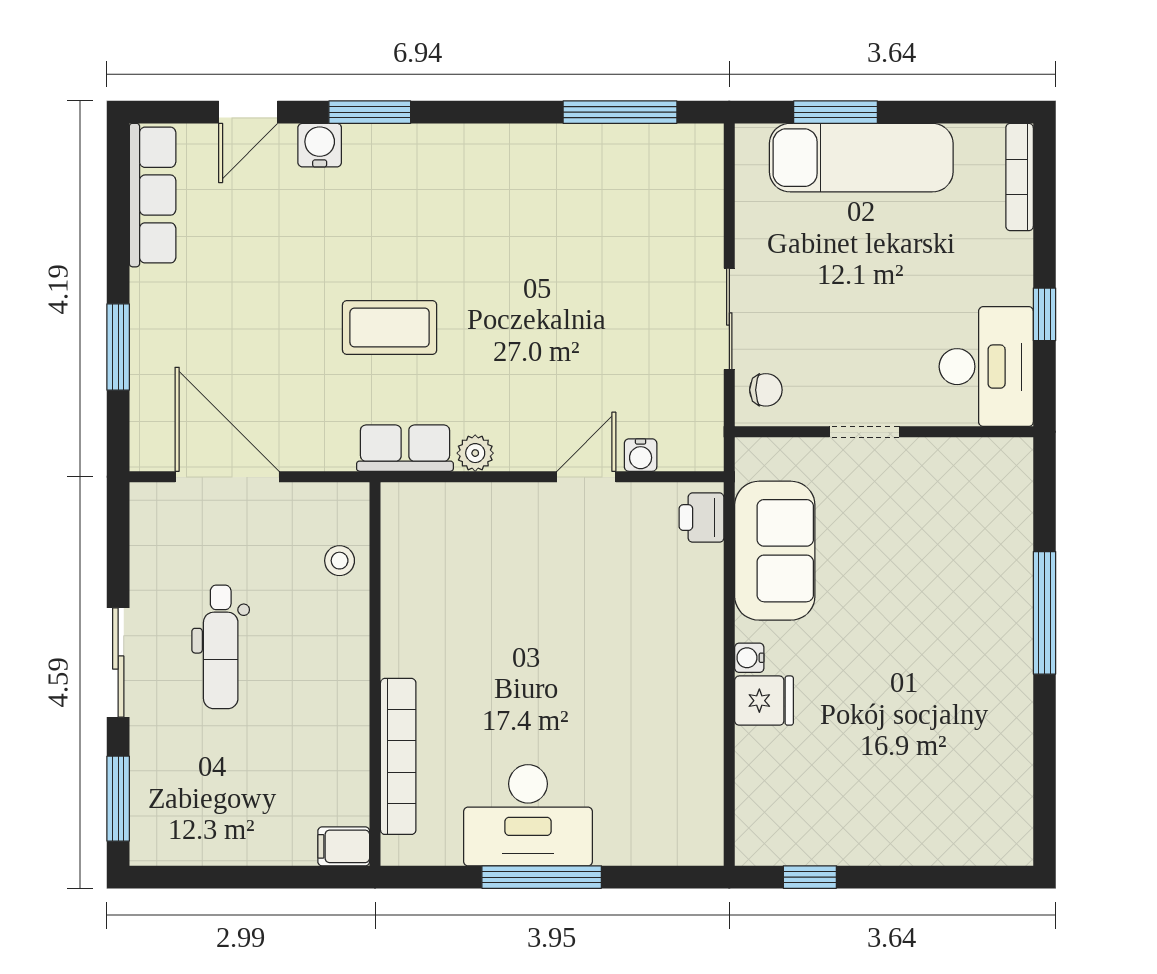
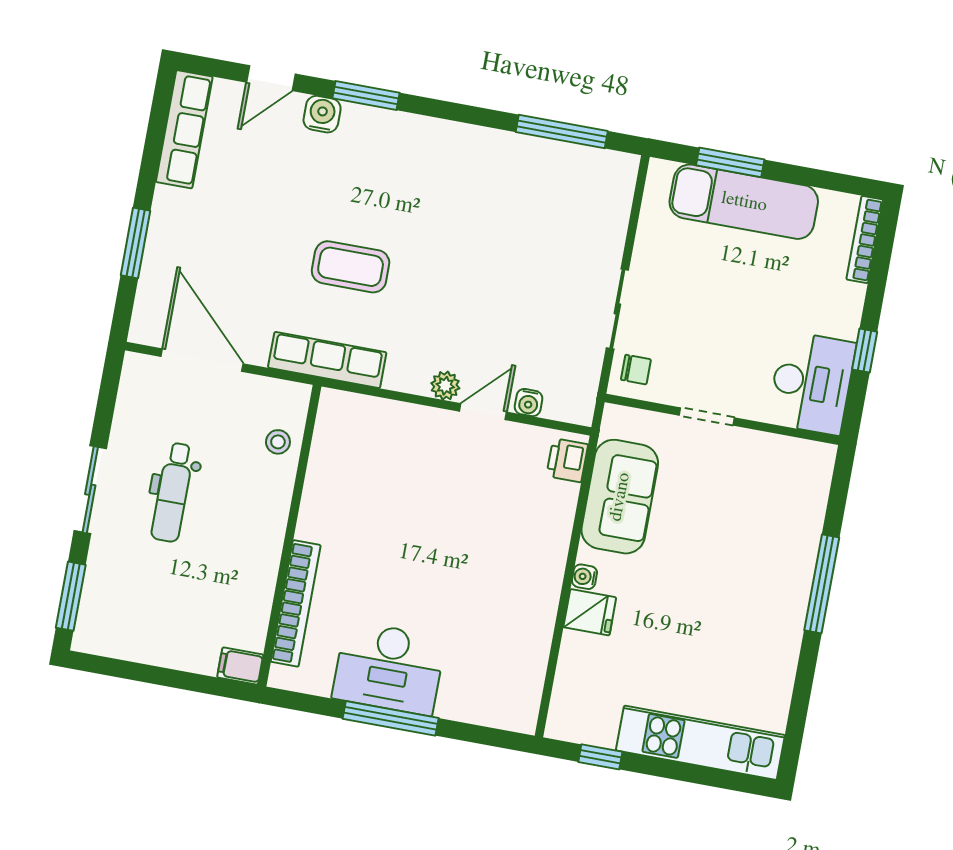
row of seats: (405, 448) -> (327, 360), width x1.48
plant: (475, 453) -> (445, 386), moved
kitchen unit: (930, 837) -> (700, 743), added

